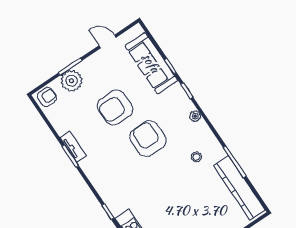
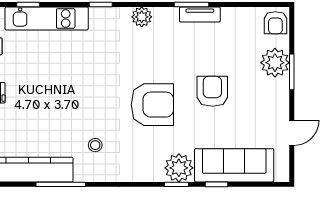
armchair: (115, 107) -> (212, 91), width x0.73, depth x0.73
plant: (195, 116) -> (179, 168), moved, width x1.87, depth x1.87
plant: (99, 181) -> (142, 17), added

